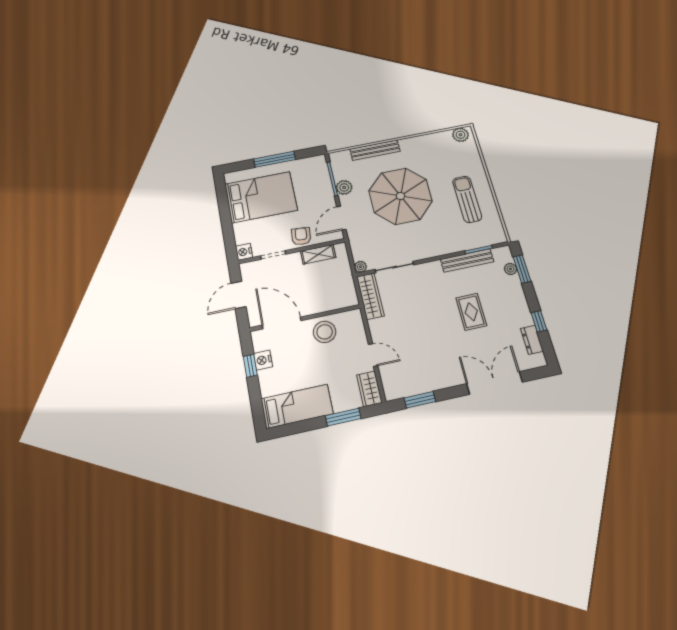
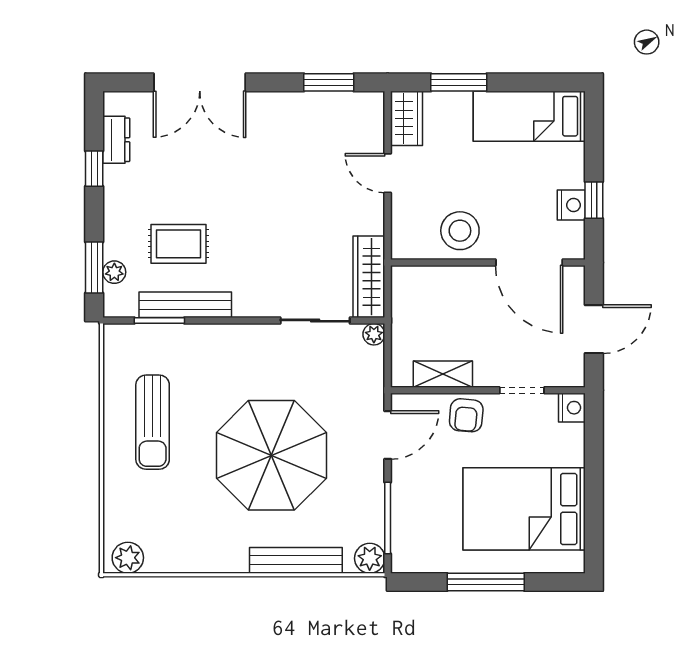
plant: (344, 187) -> (370, 558), moved
rug: (471, 312) -> (179, 244), moved, turned 90

